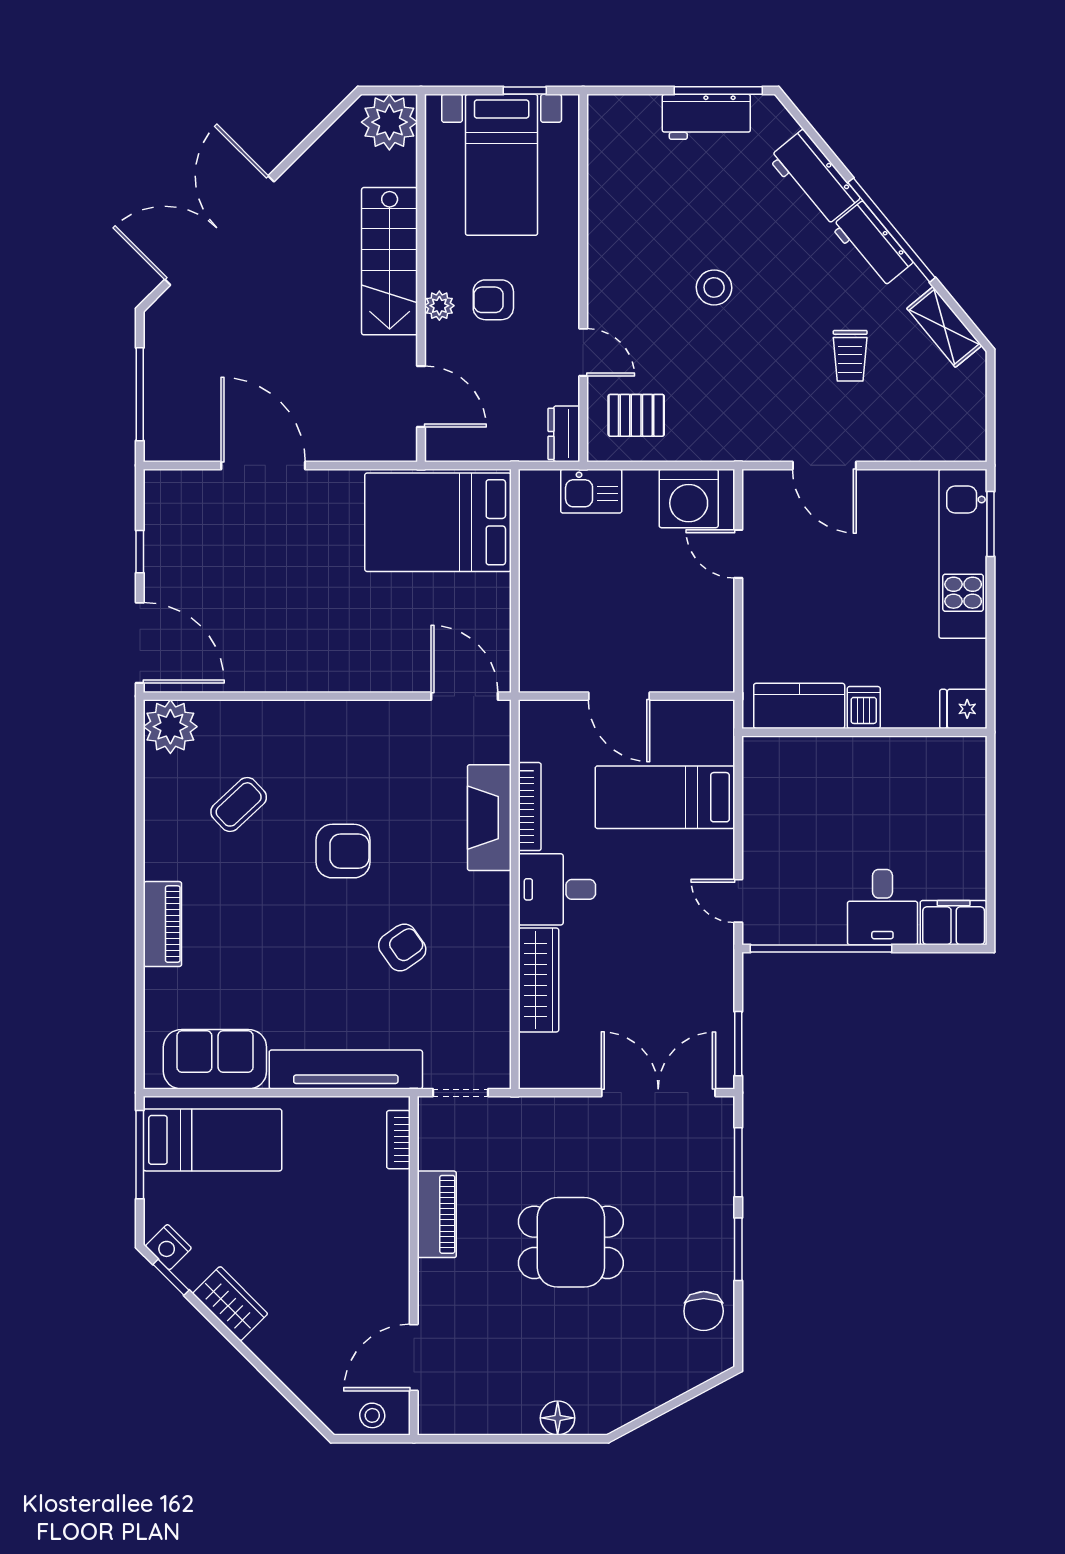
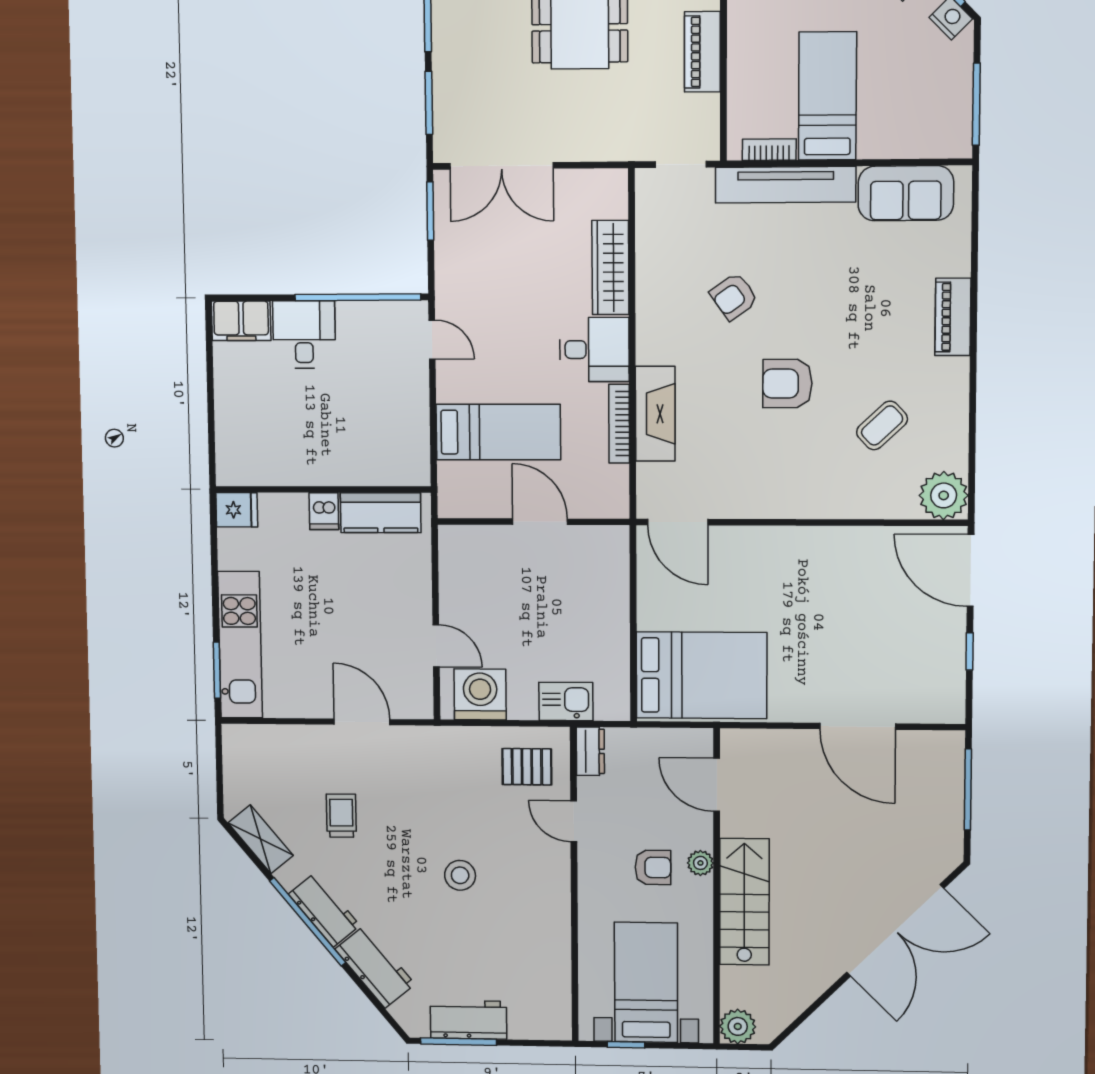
plant: (389, 122) -> (738, 1026), width x0.73, depth x0.73
bed: (213, 1140) -> (827, 96), moved, turned 90
bookcase: (399, 1140) -> (769, 150), moved, turned -90

